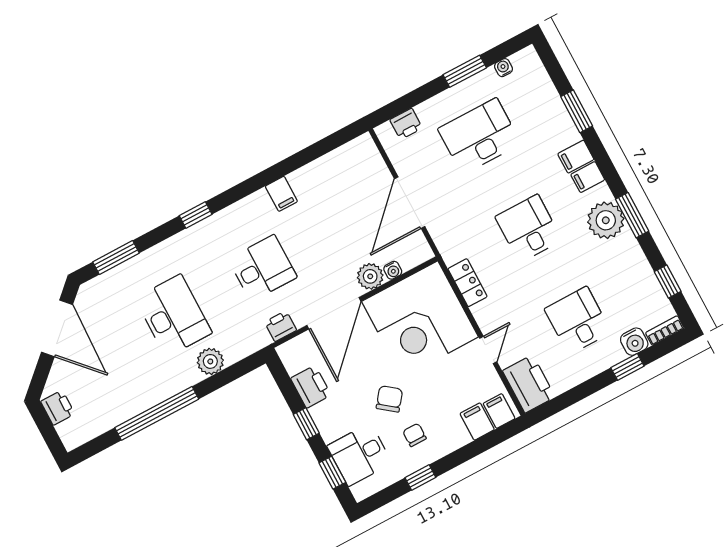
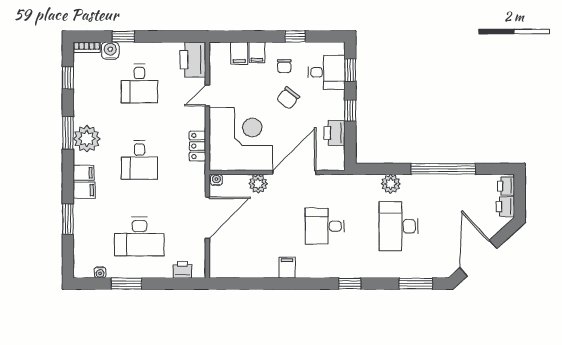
water cooler: (393, 270) -> (216, 180), moved
printer: (281, 326) -> (506, 186), moved, turned 90
filing cabinet: (499, 411) -> (257, 52), moved

